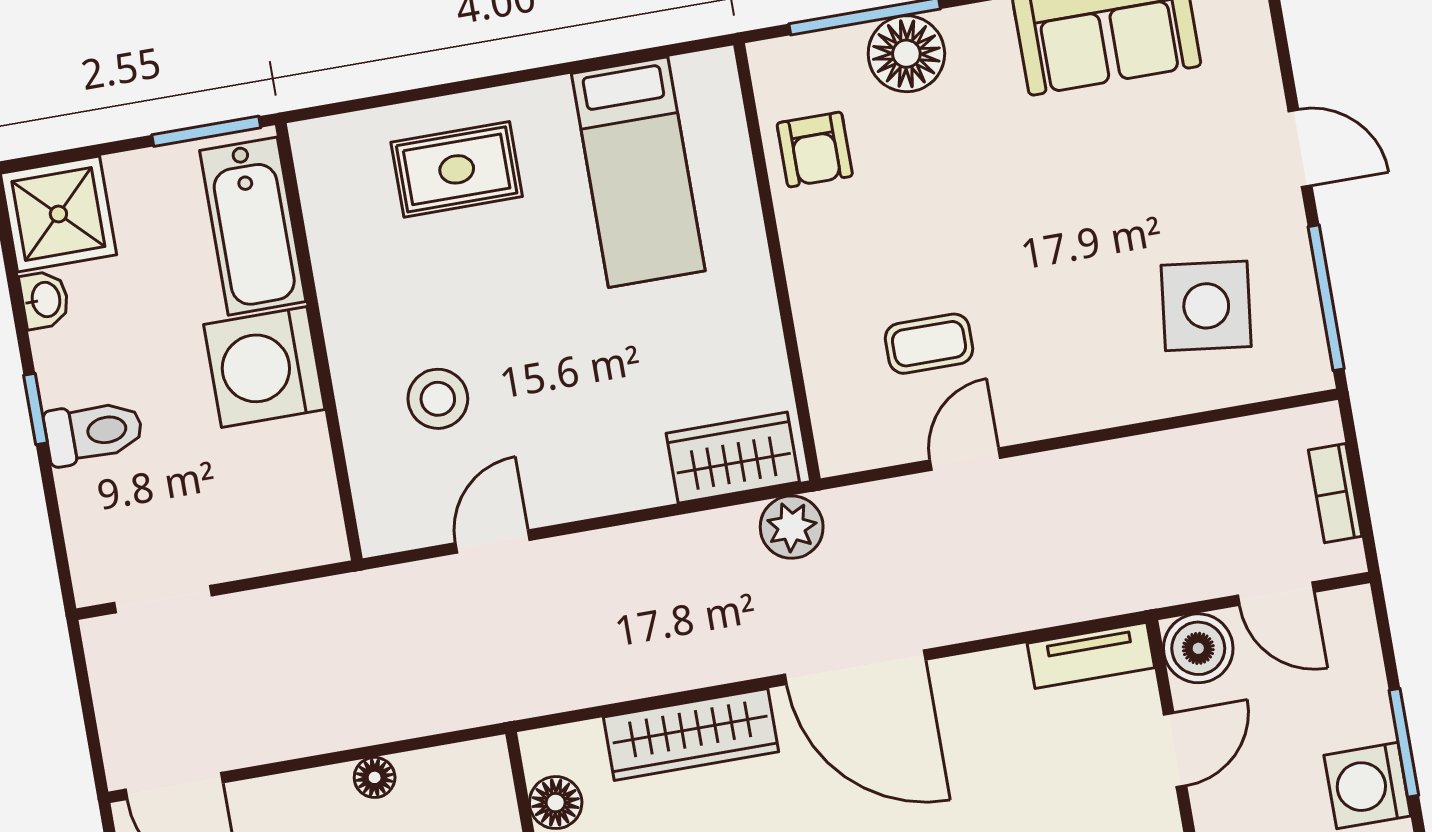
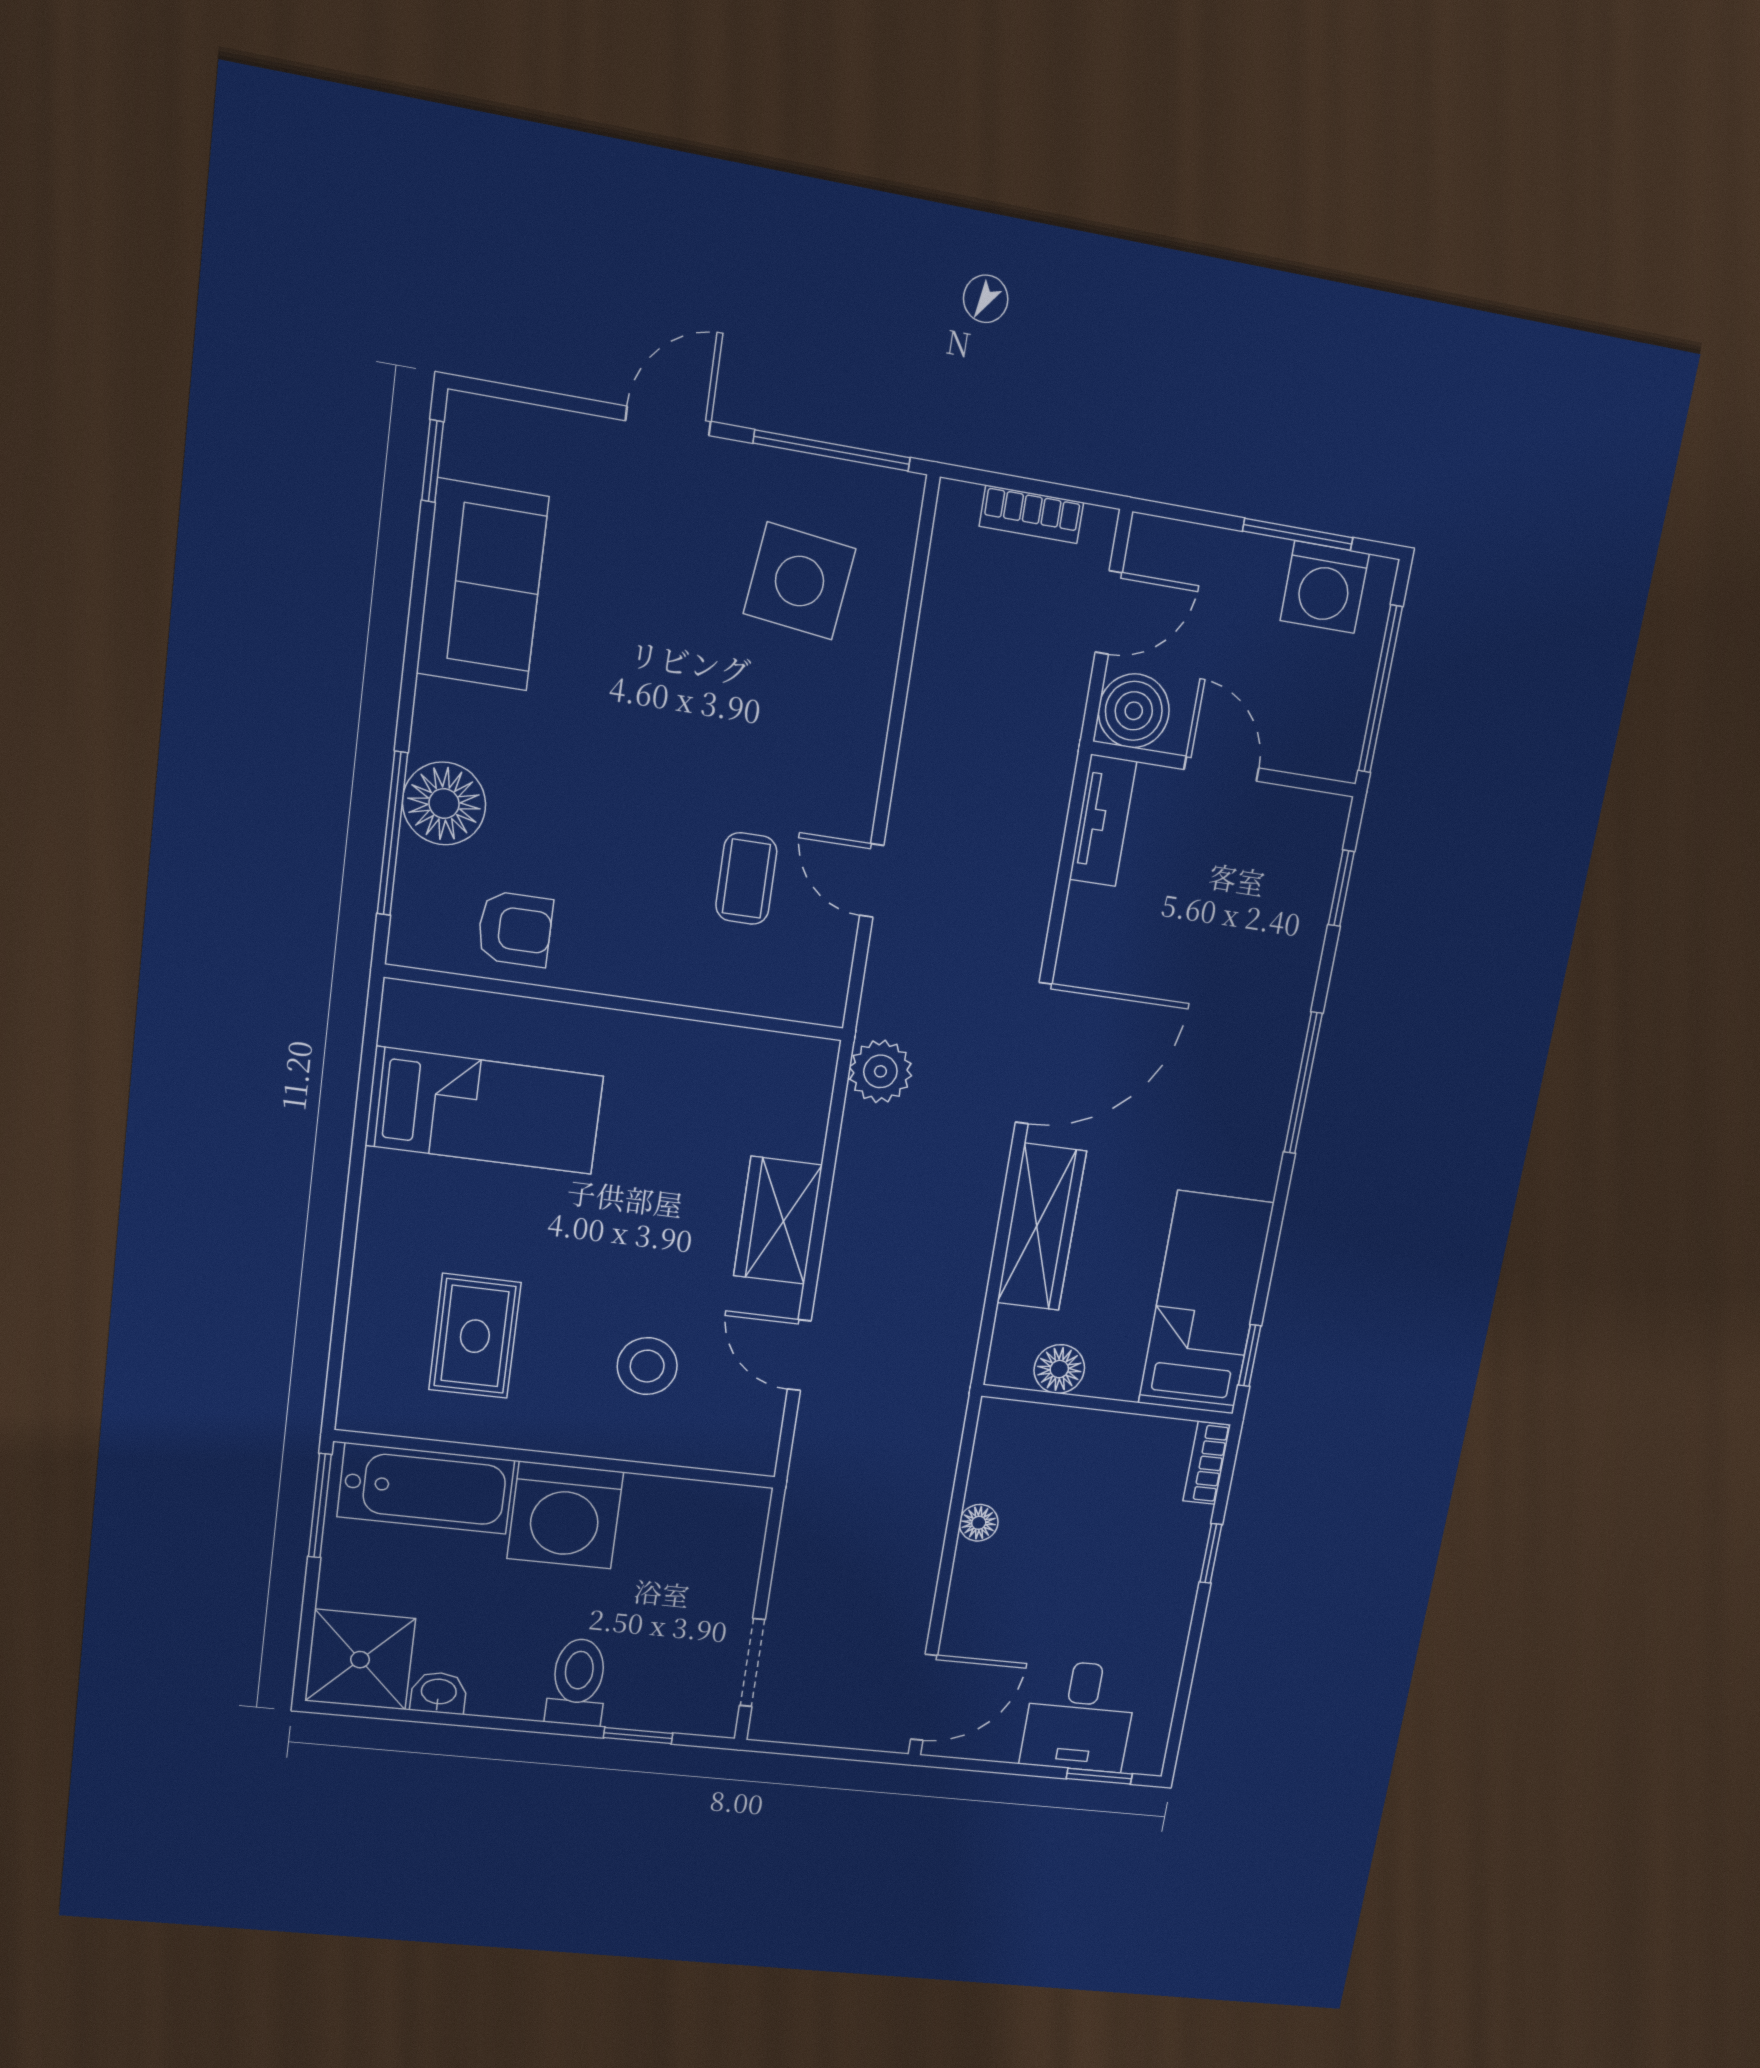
rug: (457, 169) -> (475, 1336), moved
window: (36, 409) -> (638, 1736), moved
wardrobe: (733, 458) -> (778, 1221), moved

